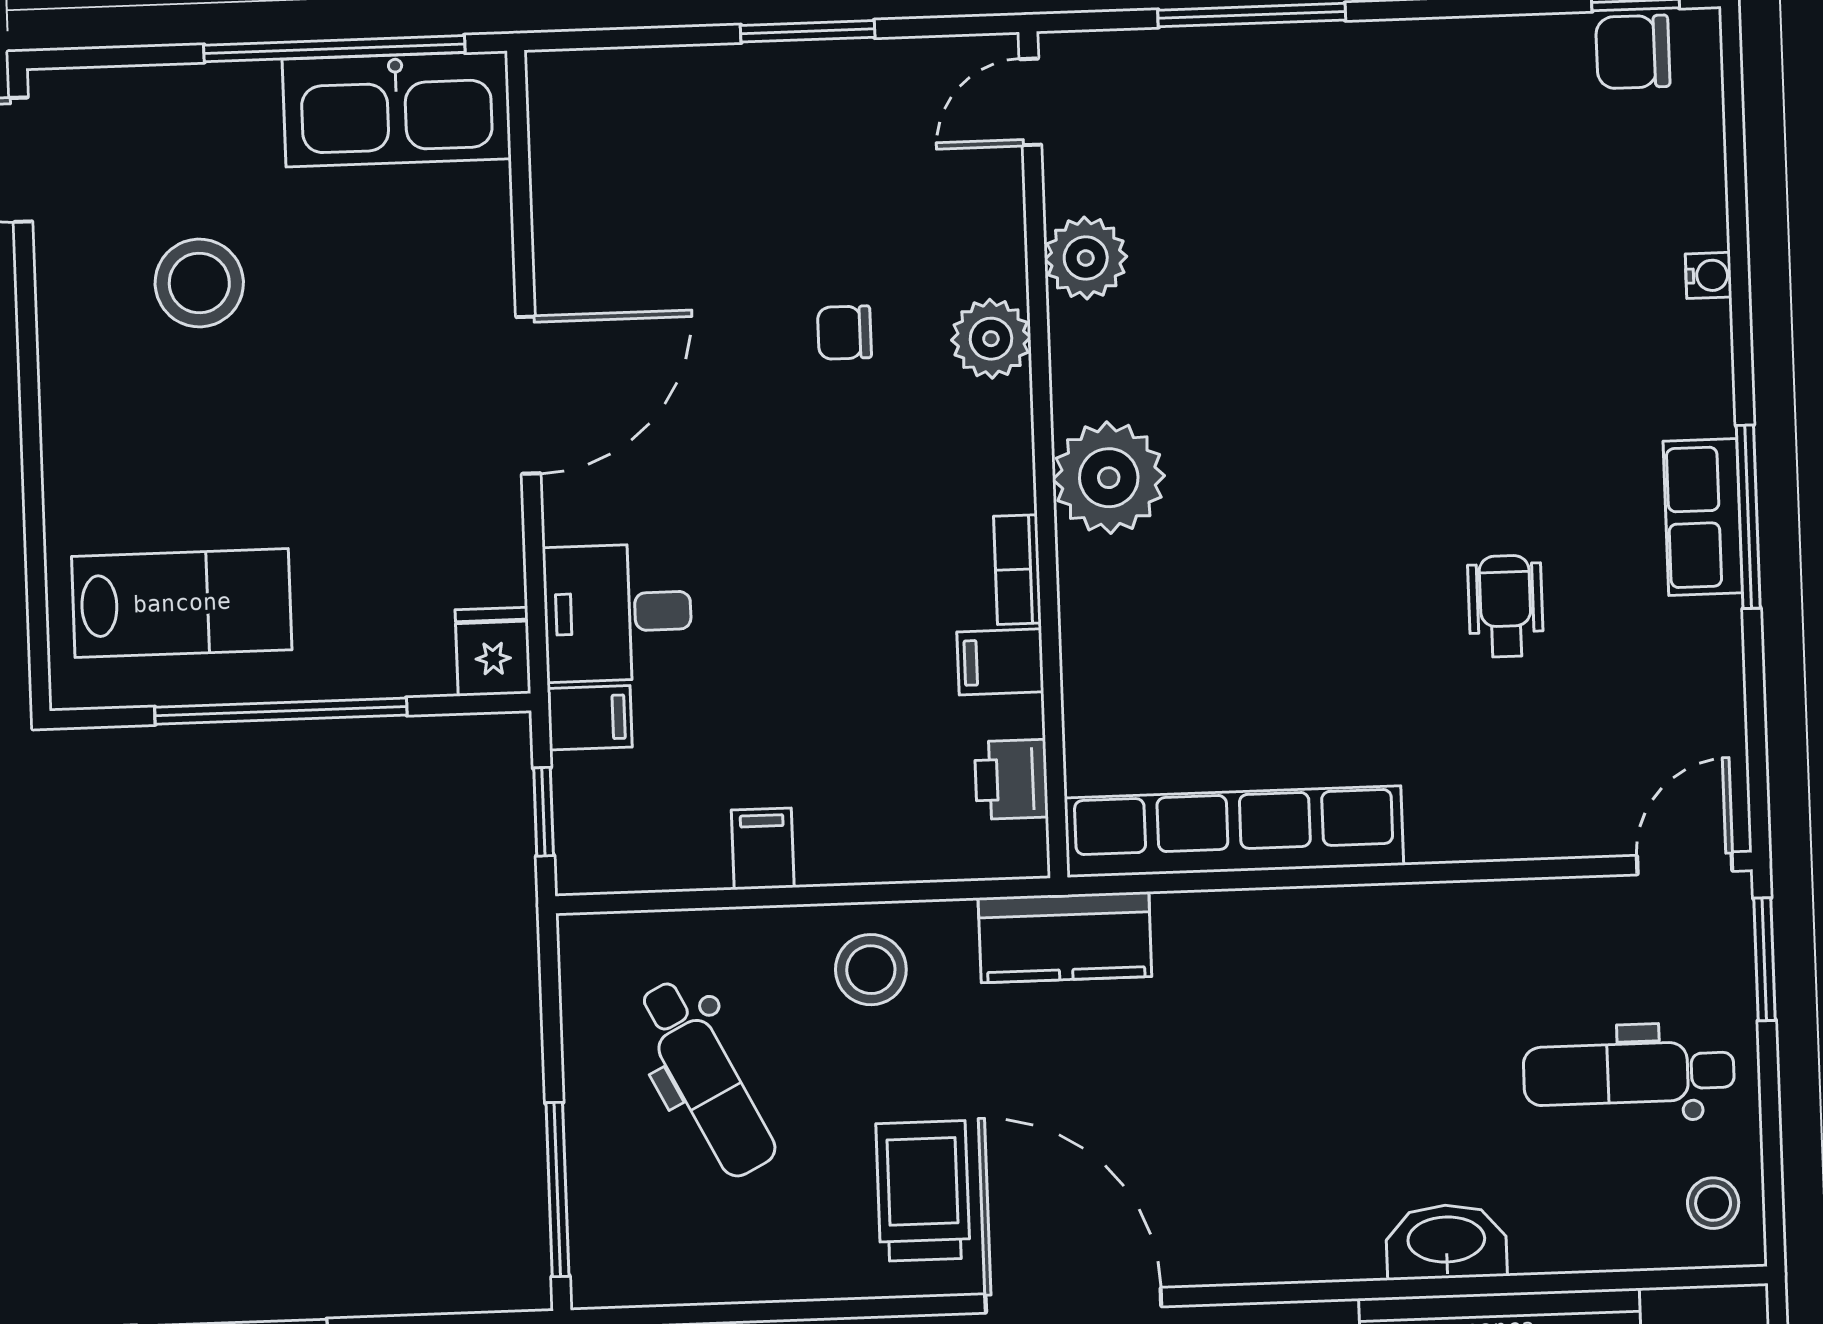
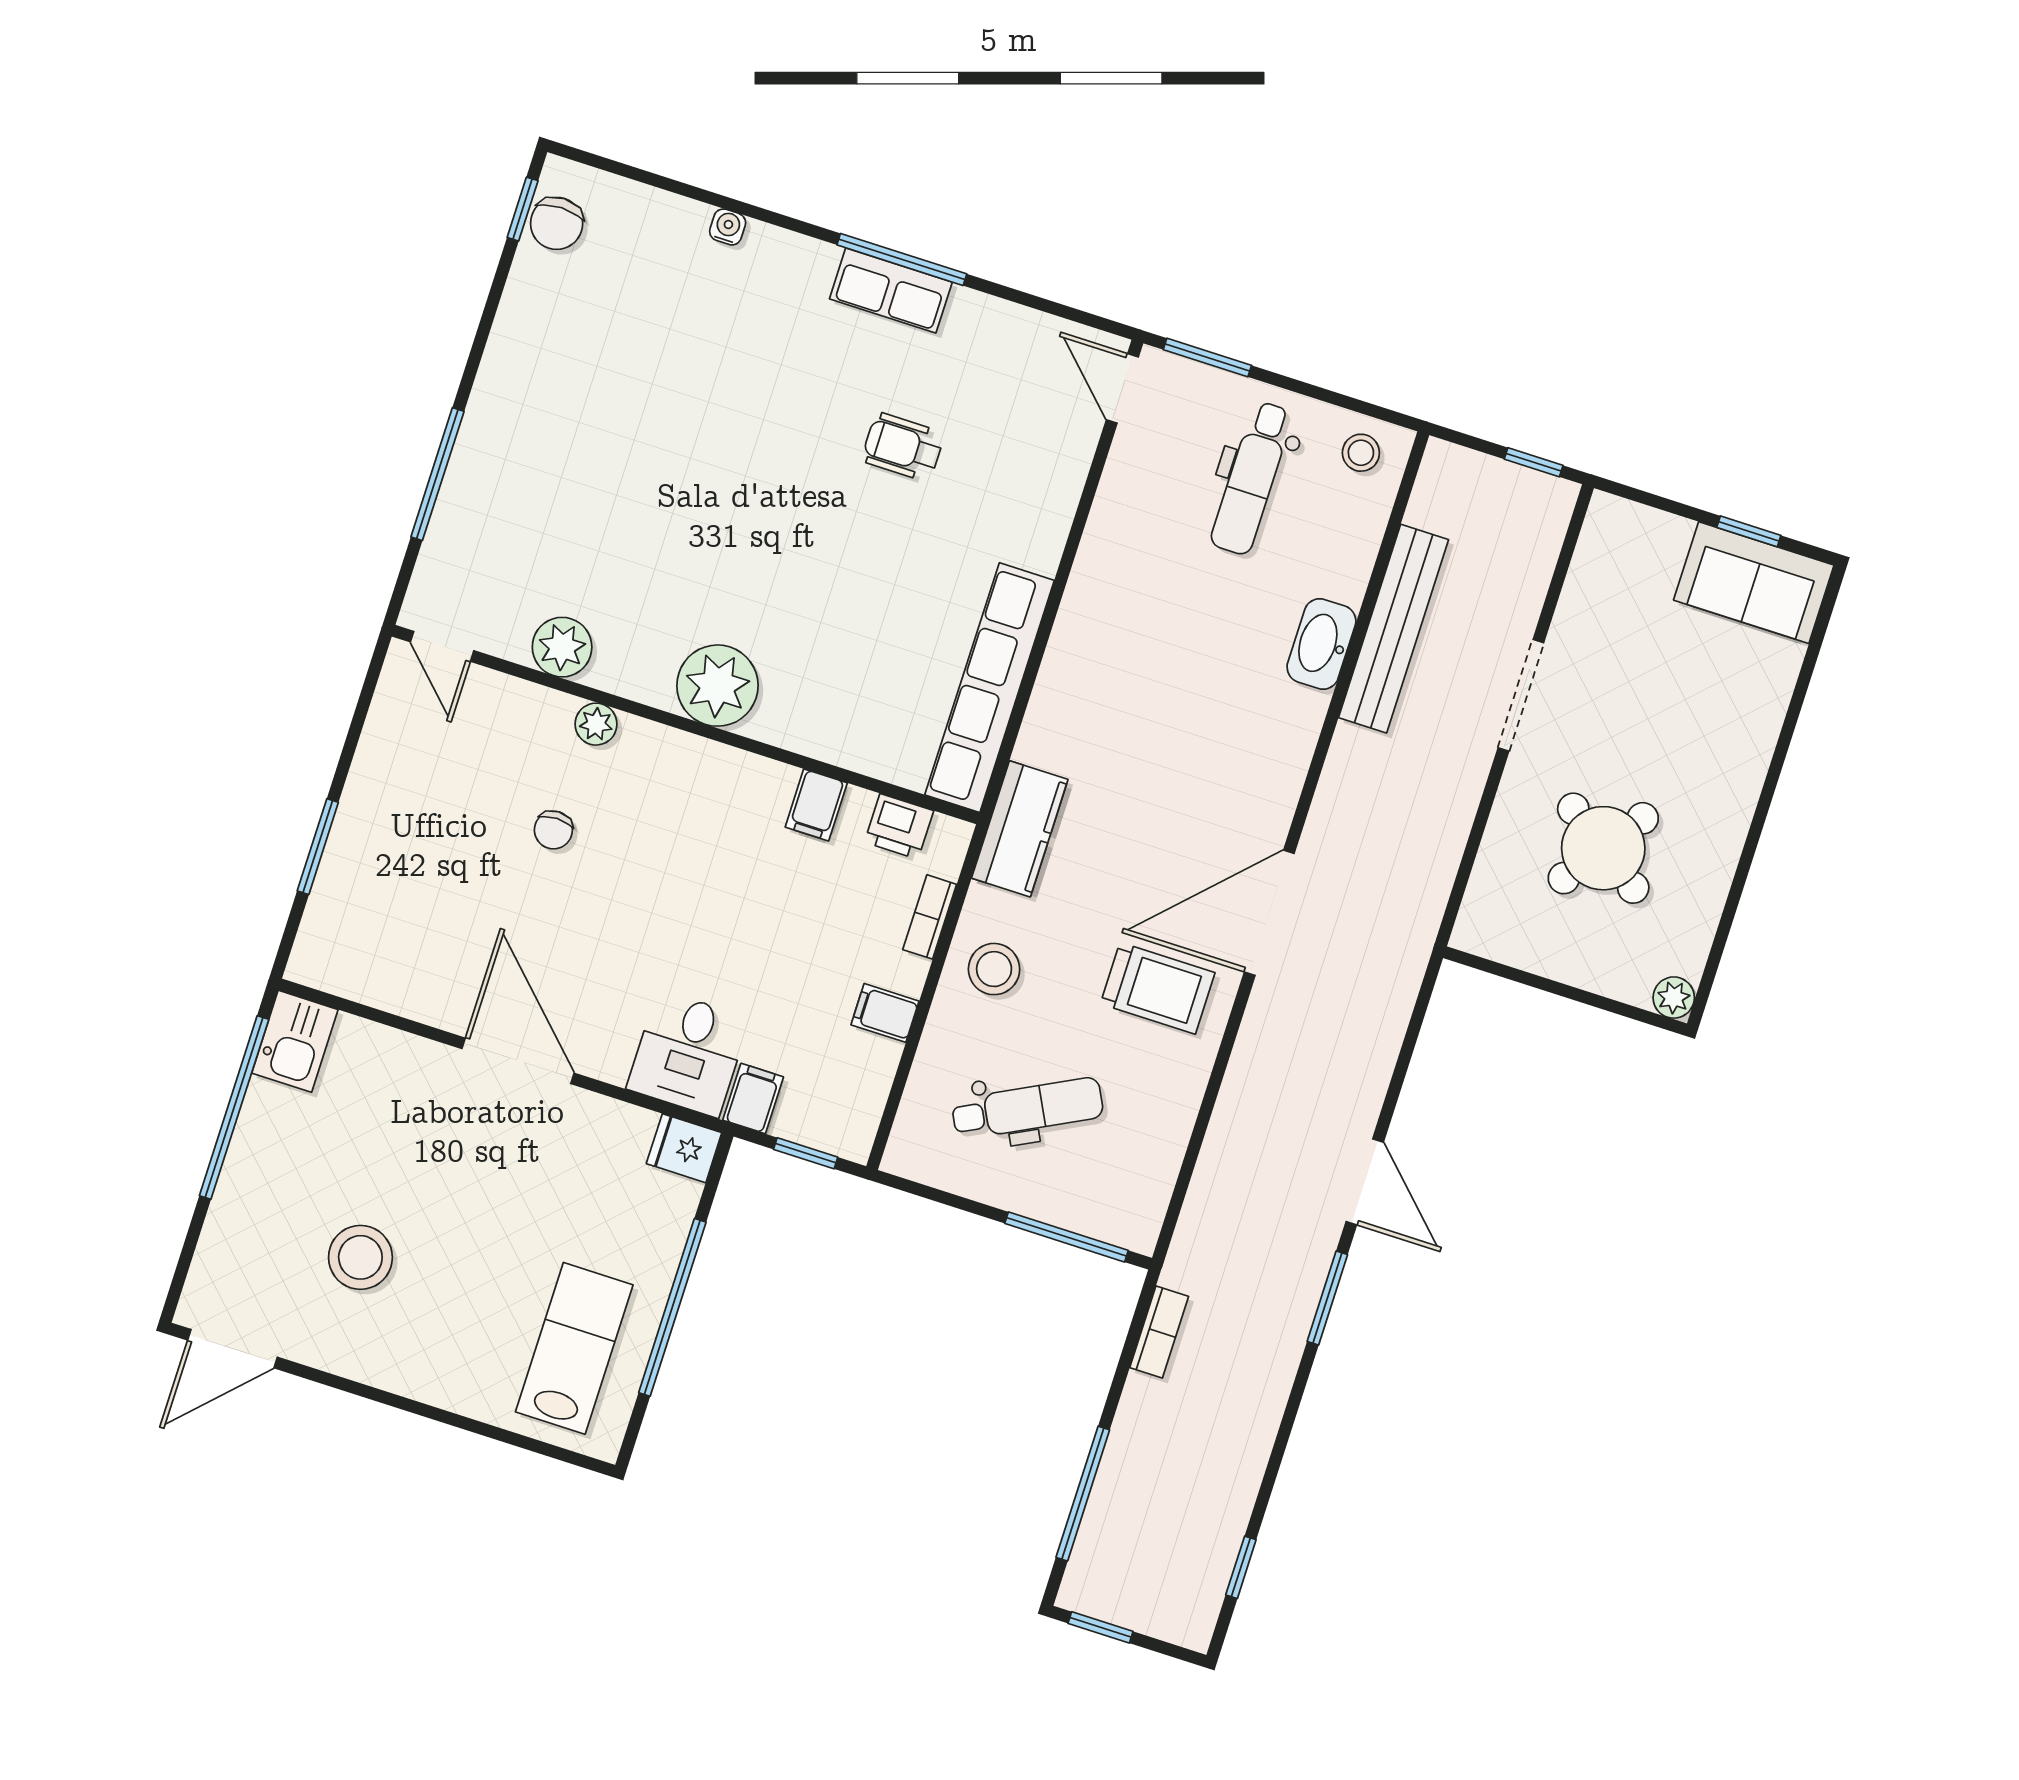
window: (808, 31) -> (318, 847), moved
kitchen sink: (397, 109) -> (295, 1041), width x0.53, depth x0.81
plant: (991, 339) -> (596, 724), width x0.73, depth x0.73
bookcase: (1017, 570) -> (930, 917), moved, turned 90
trolley: (923, 1191) -> (1158, 988), turned 180

